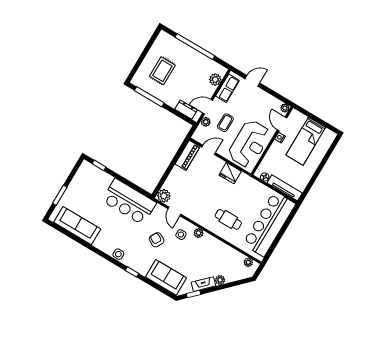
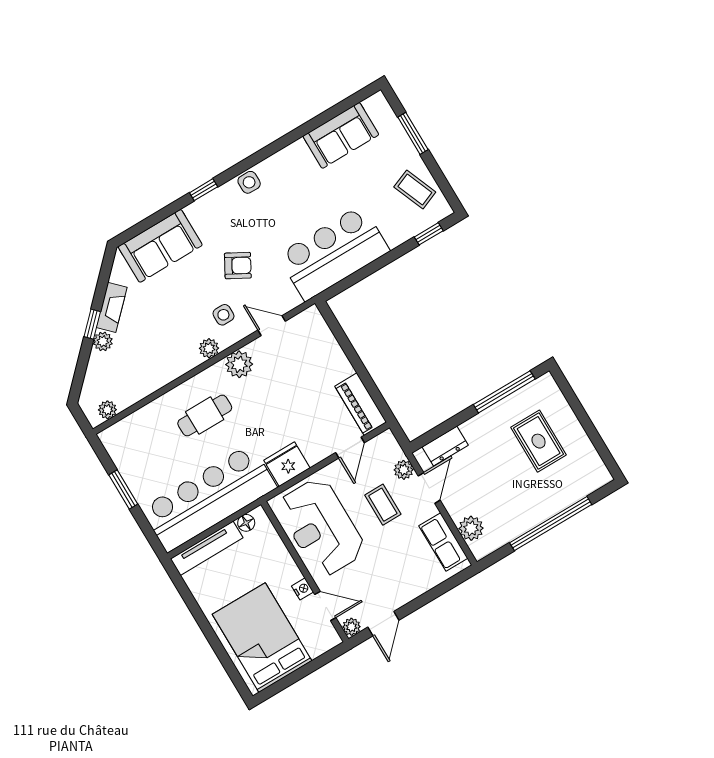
door: (252, 81) -> (383, 624), moved
bed: (306, 141) -> (262, 638), width x1.50
coffee table: (83, 182) -> (415, 190), added
plant: (164, 196) -> (239, 364), moved
bar counter: (269, 224) -> (209, 498), moved, turned -90
sofa: (77, 226) -> (341, 135), width x0.73
window: (279, 237) -> (123, 490), added
window: (194, 294) -> (92, 324), moved

